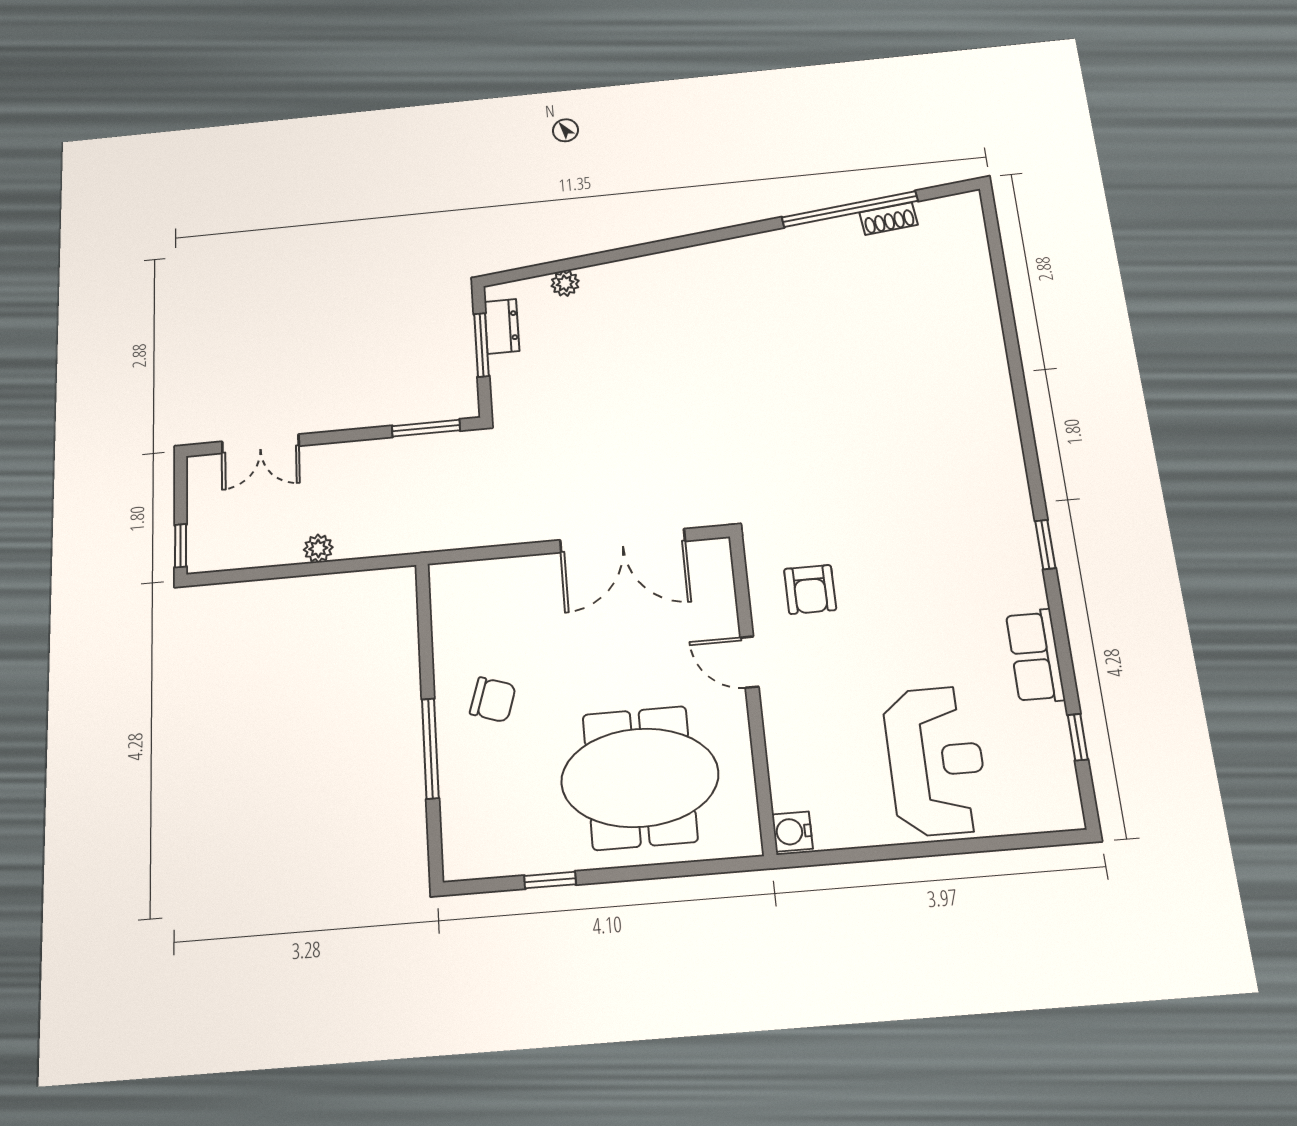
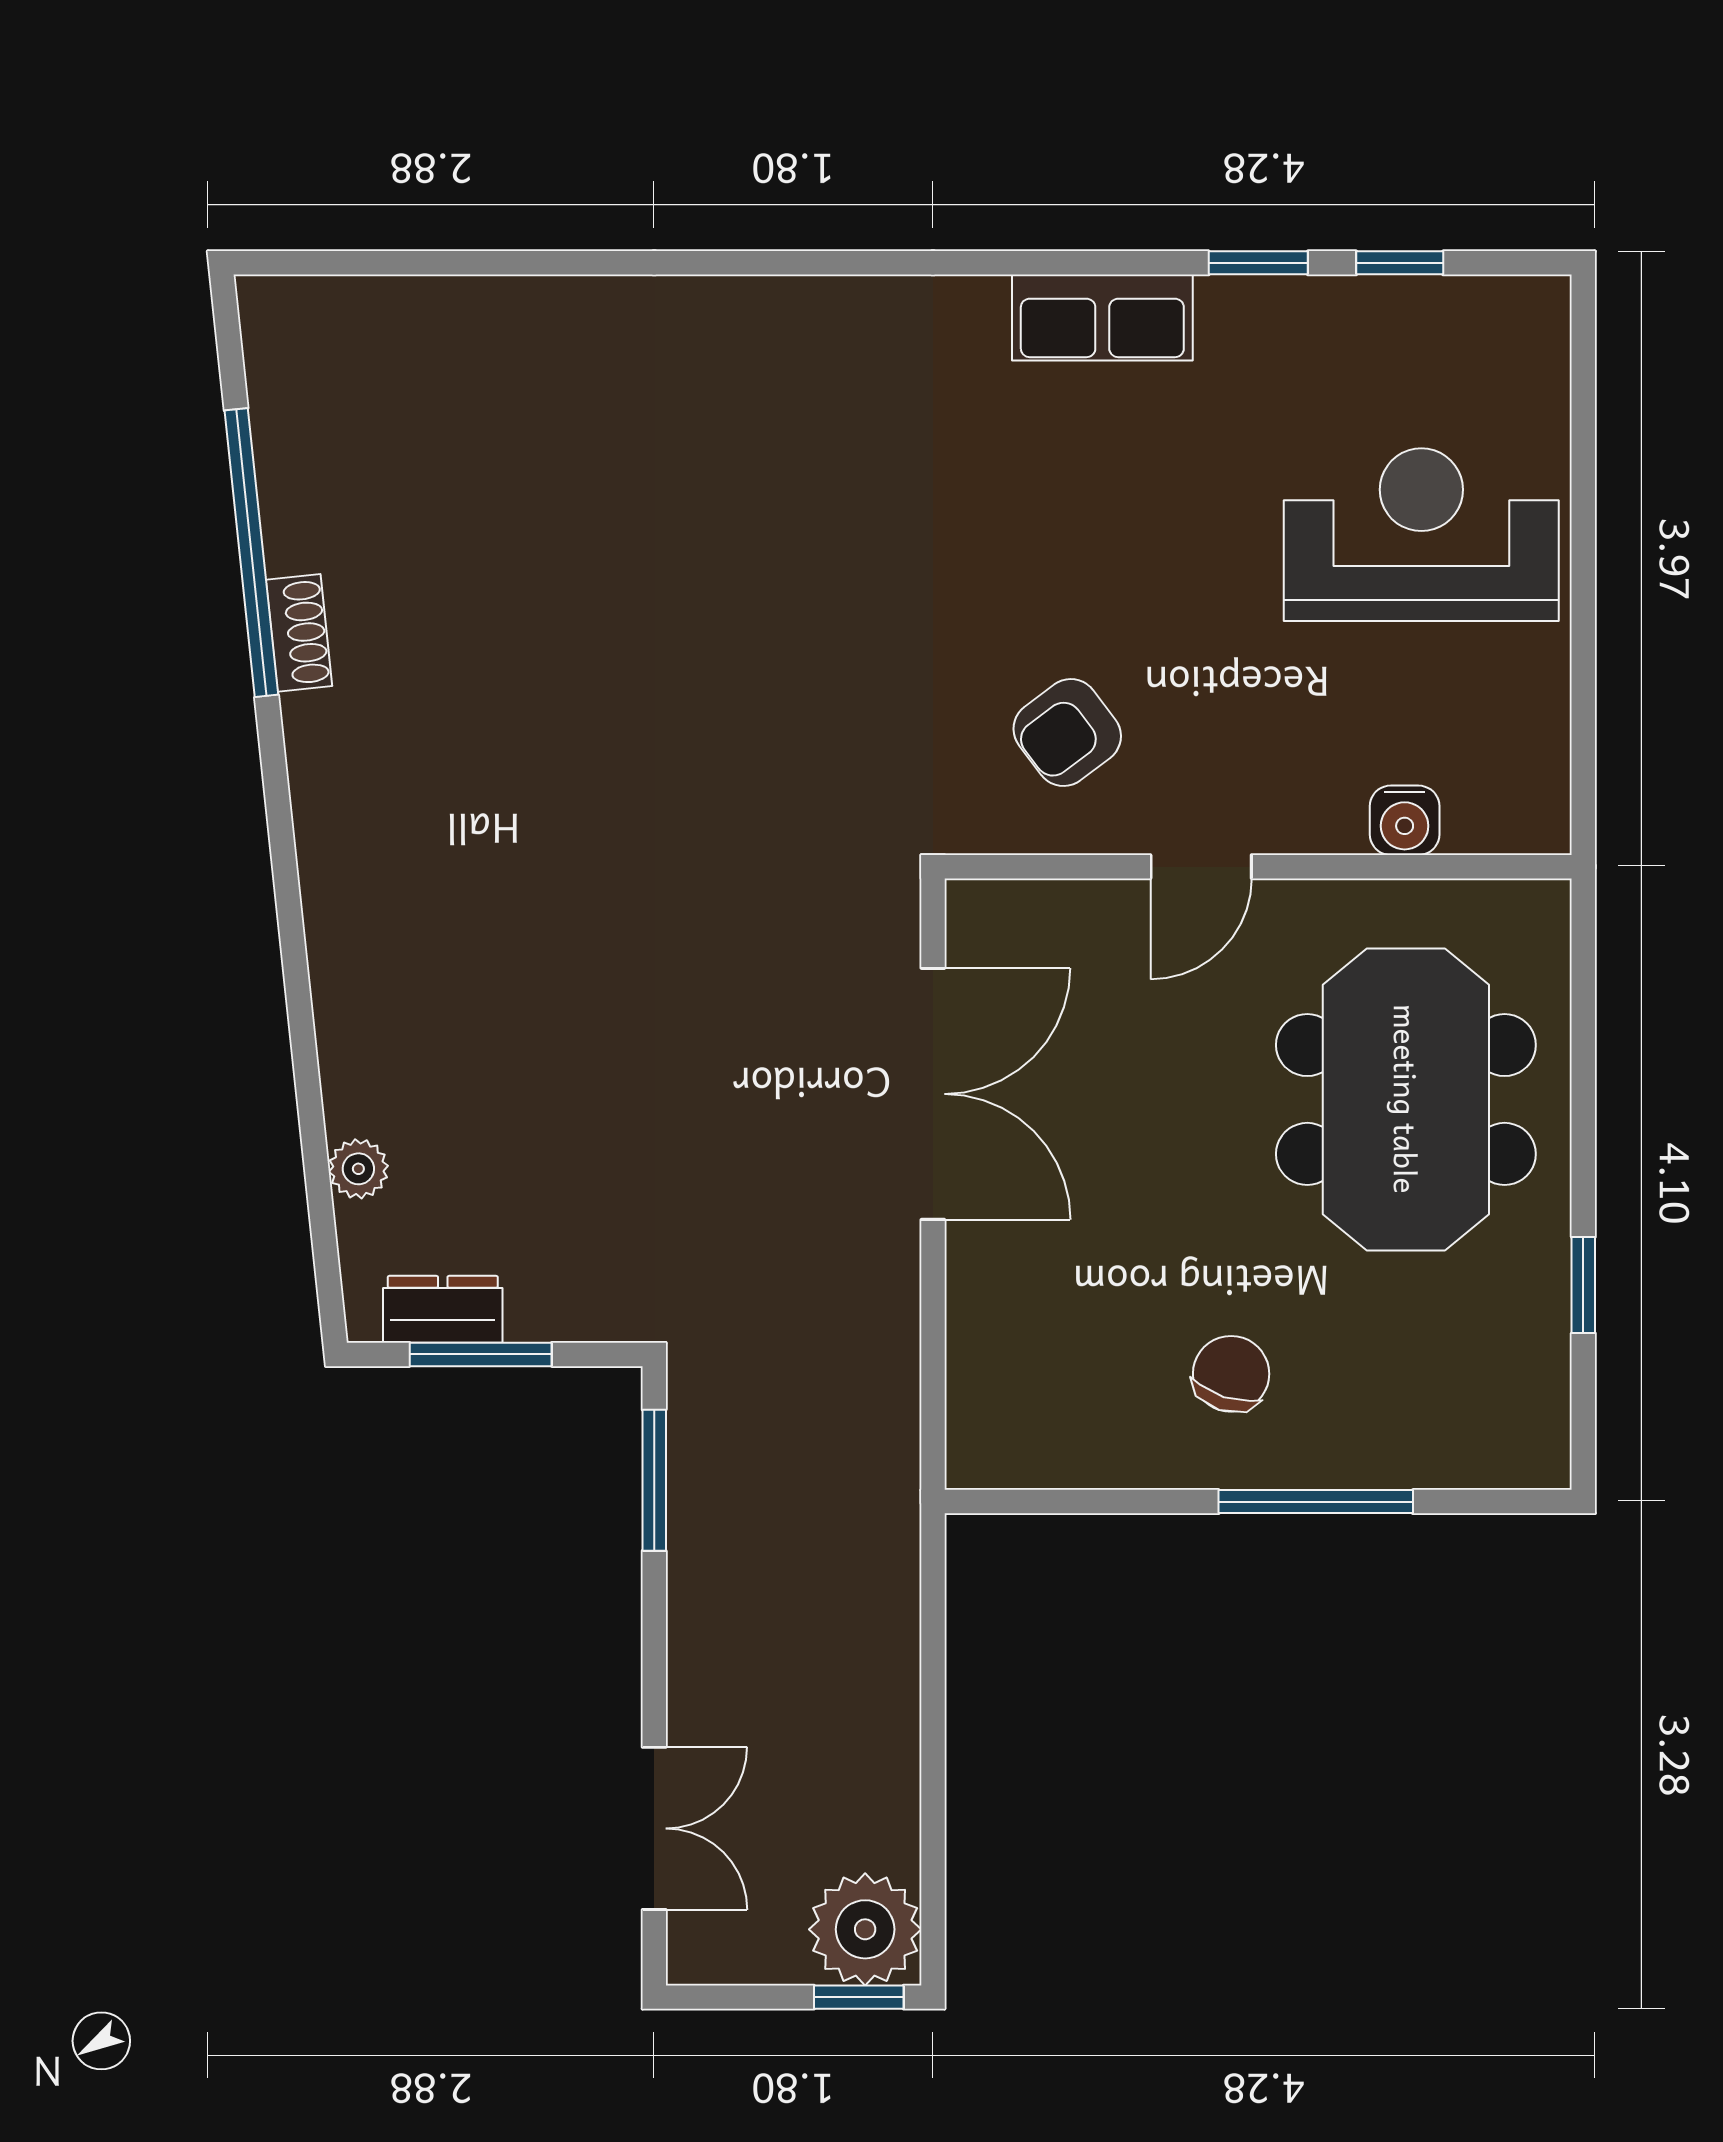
shoe rack: (889, 219) -> (299, 633), moved
window: (1045, 544) -> (1258, 263), moved
plant: (318, 548) -> (865, 1929), moved, width x1.87, depth x1.87
armchair: (810, 589) -> (1067, 732), turned 143
row of seats: (1035, 656) -> (1102, 318), moved
water cooler: (792, 832) -> (1405, 820), moved

